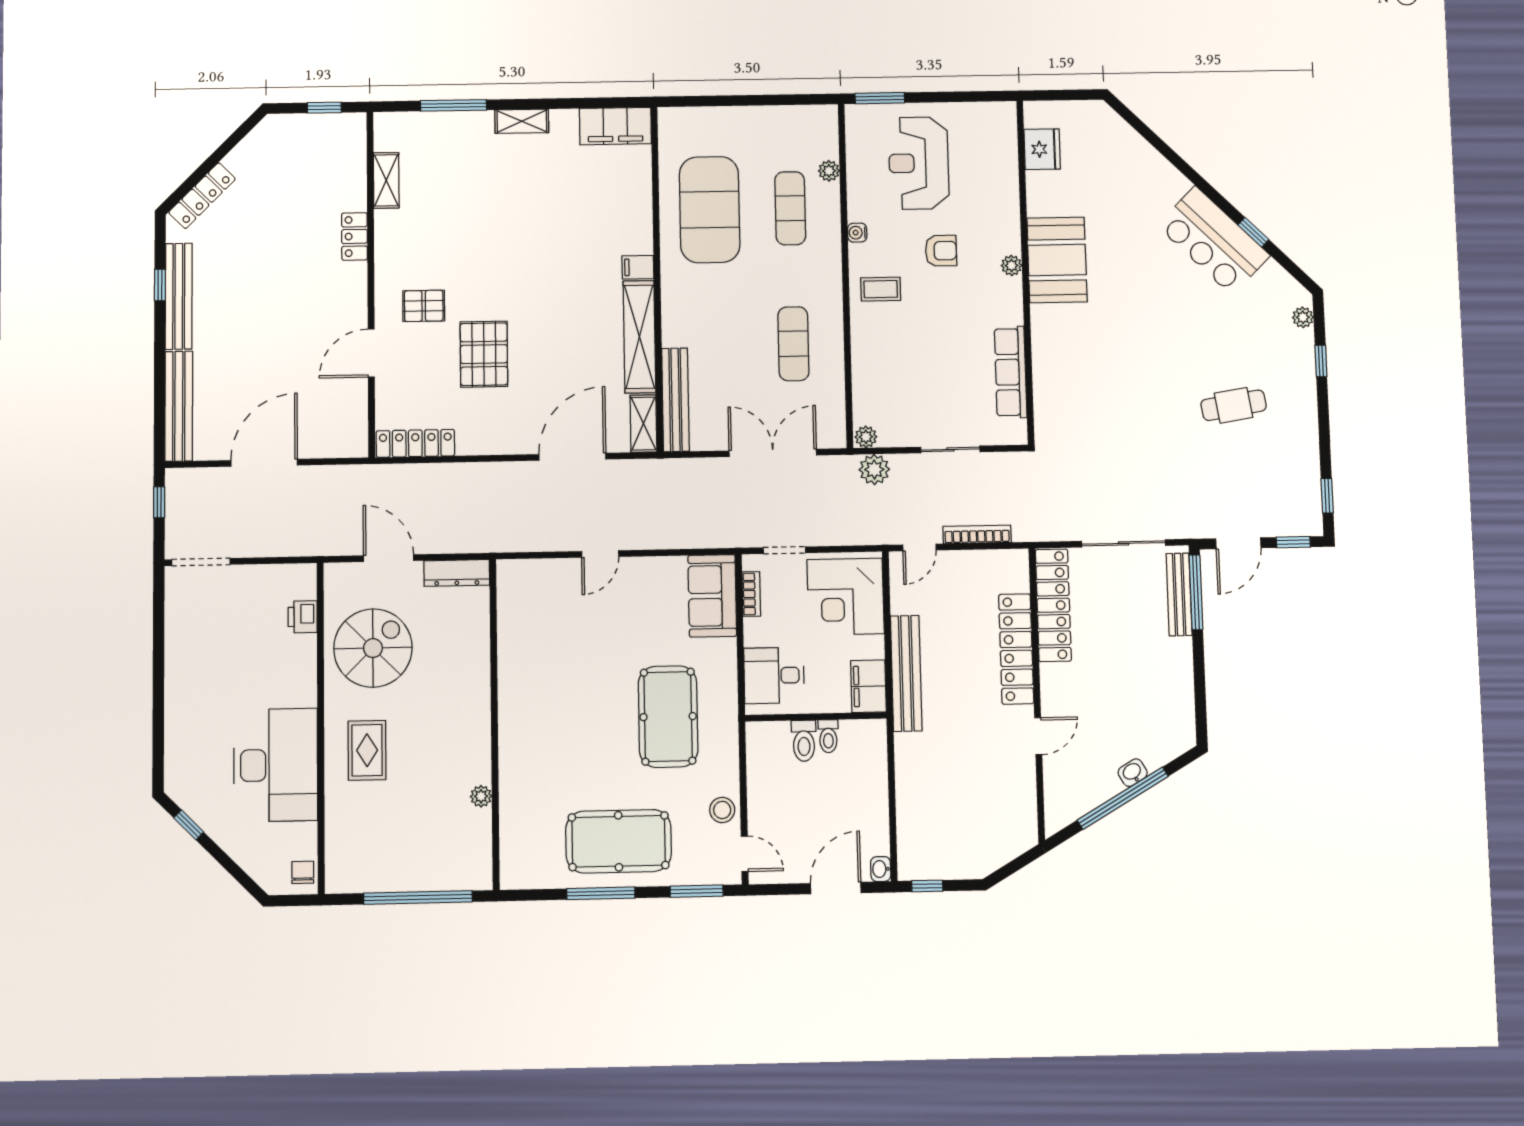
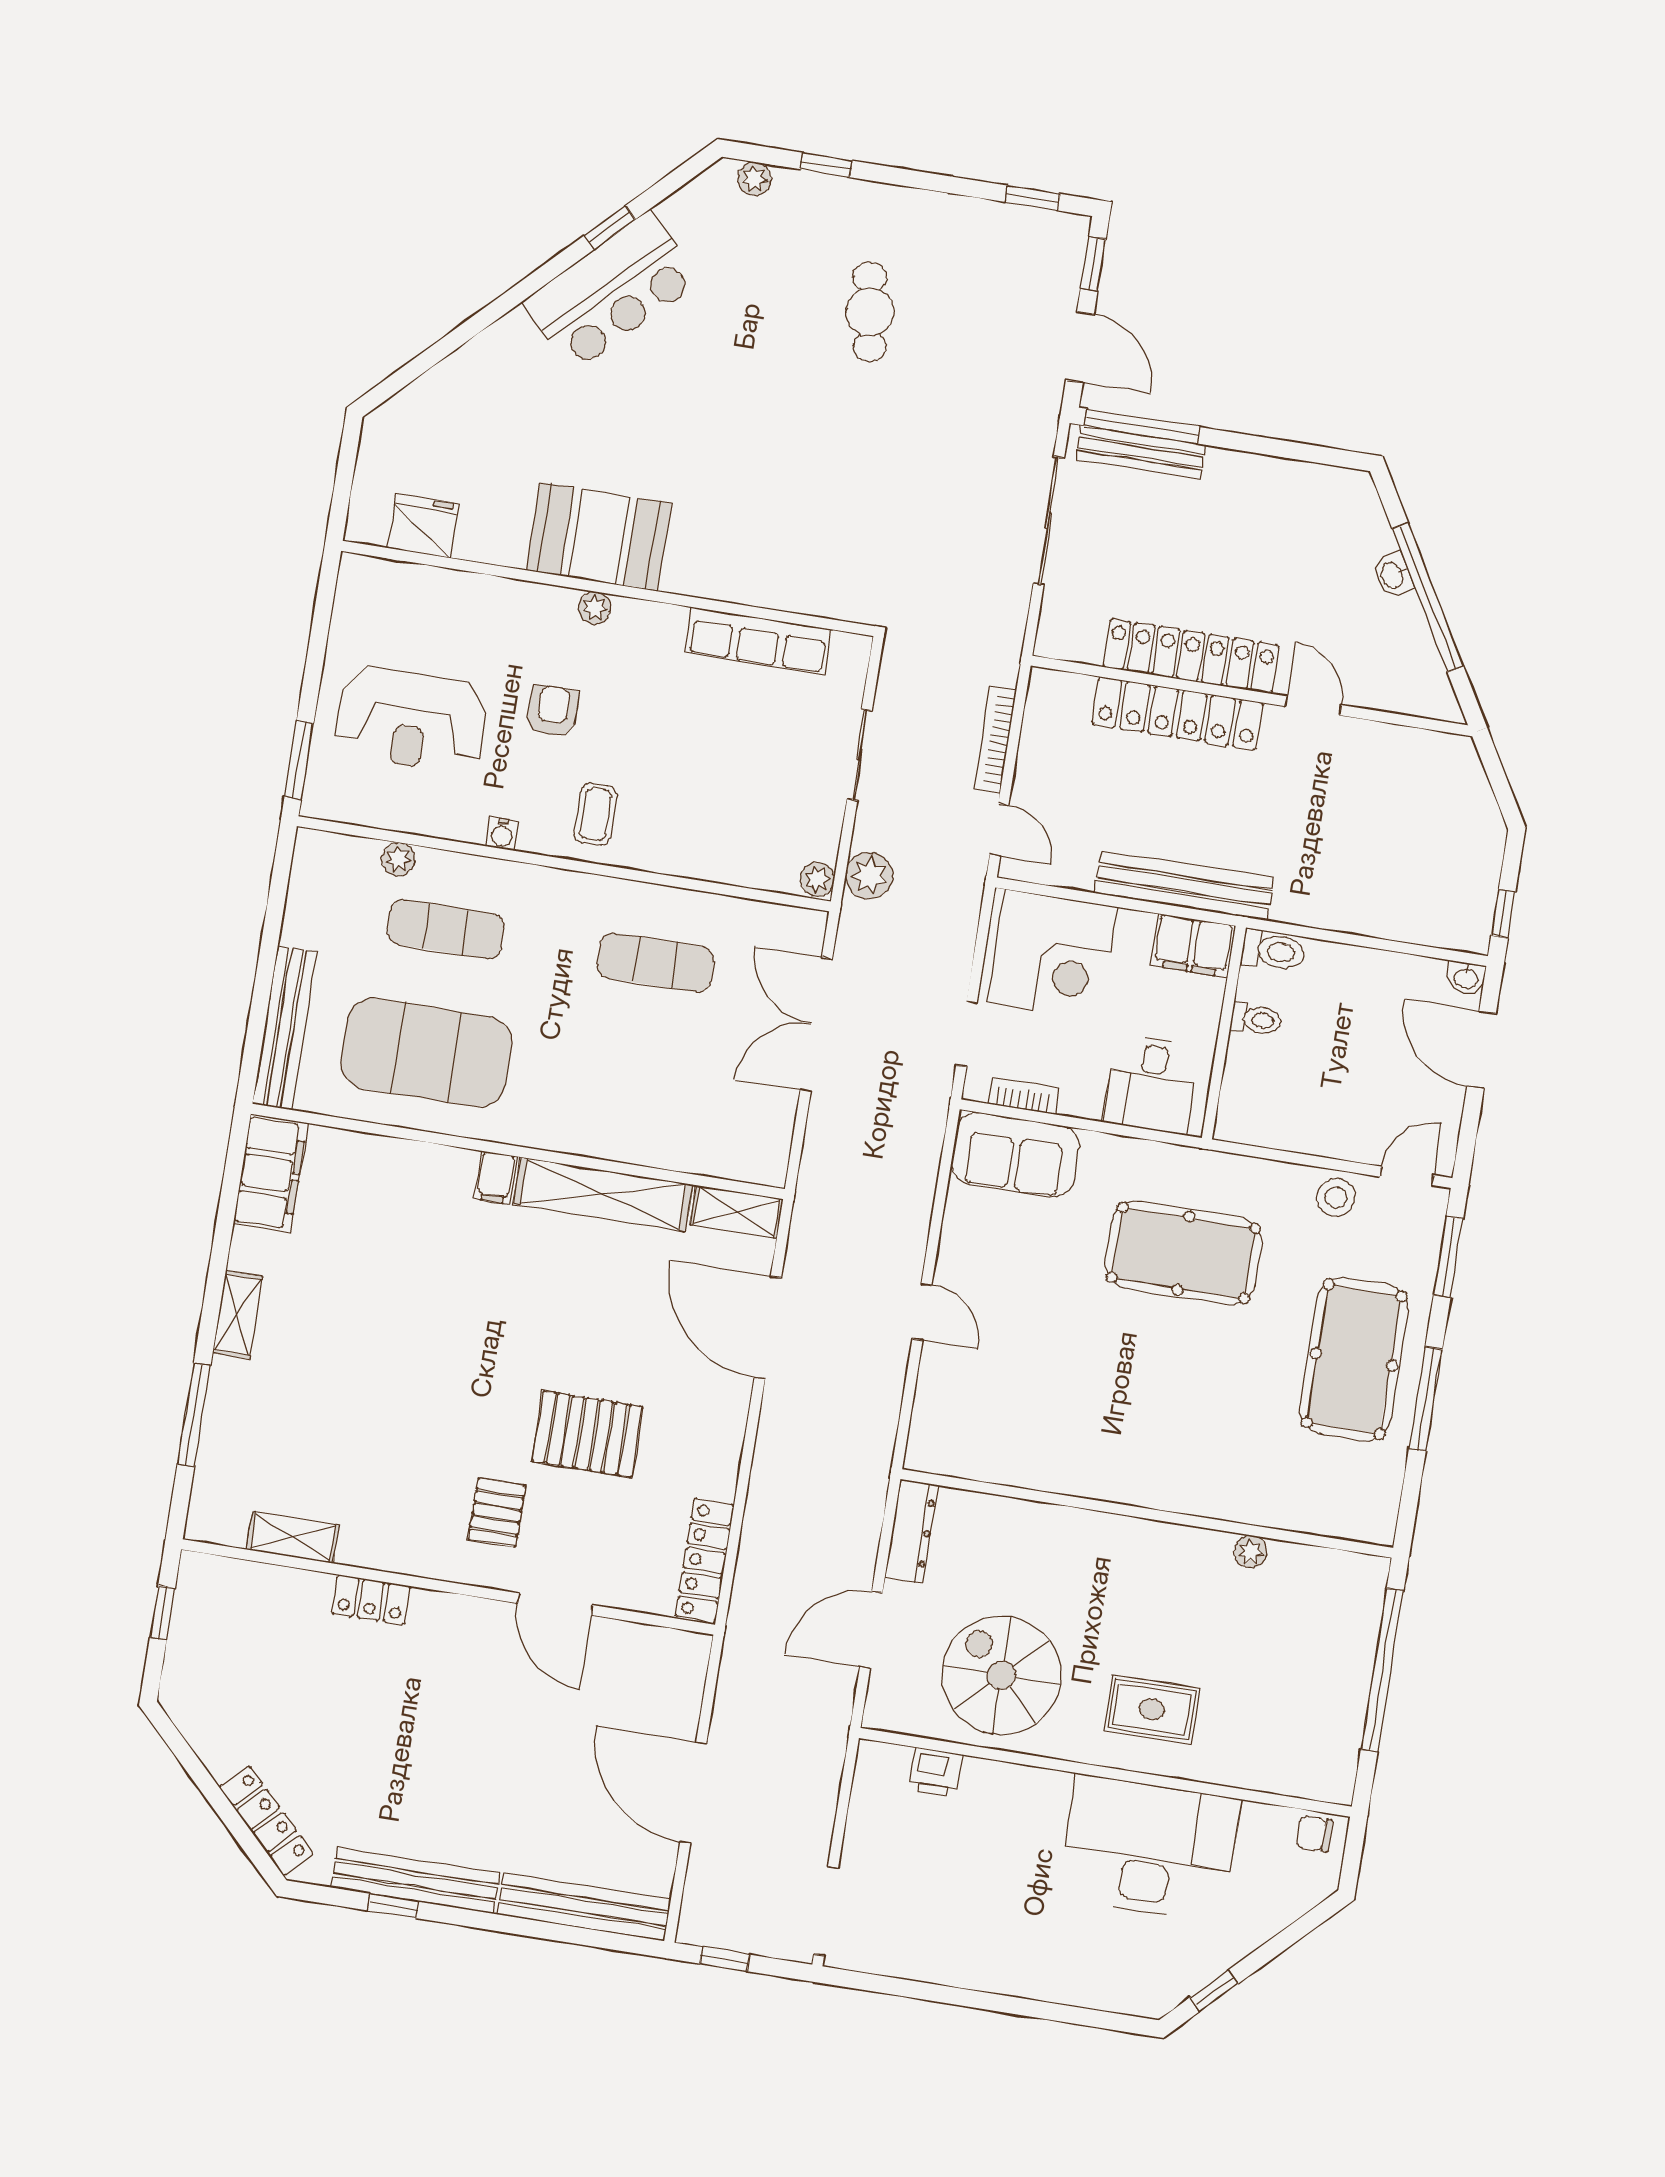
bench: (675, 400) -> (285, 1028), moved, turned 90
locker: (1053, 605) -> (1191, 656), moved
toilet: (804, 741) -> (1273, 951), moved

